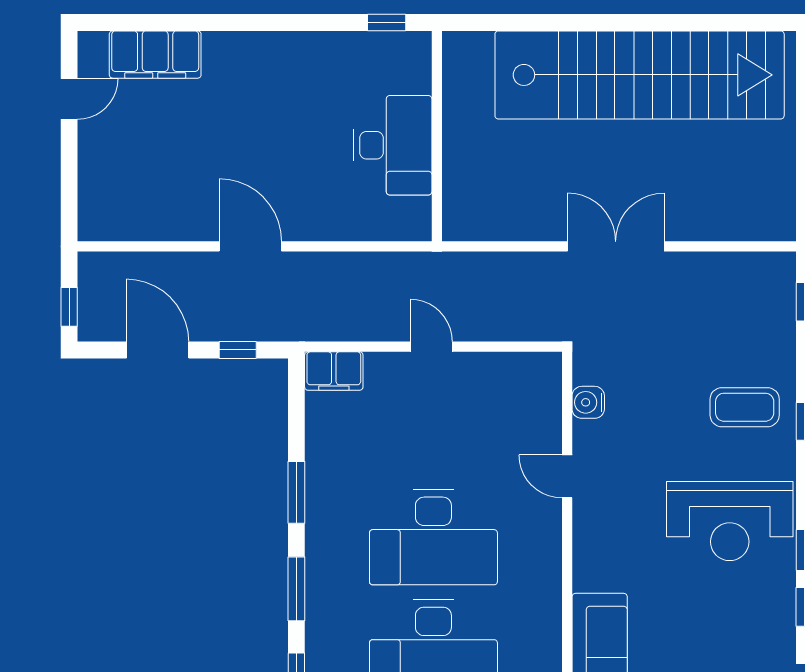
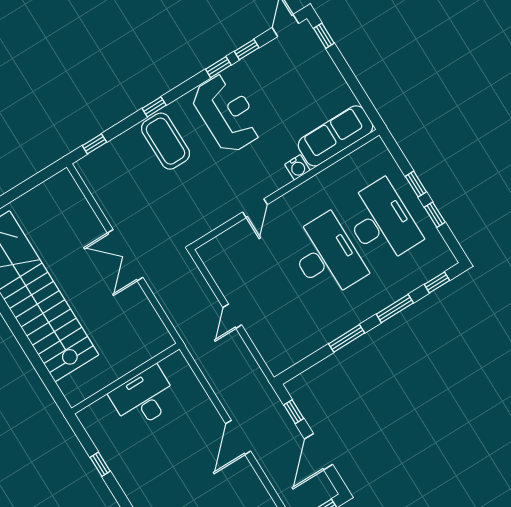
window: (387, 22) -> (100, 464), moved
filing cabinet: (334, 371) -> (275, 357), removed
water cooler: (588, 402) -> (297, 167), moved
coffee table: (745, 407) -> (166, 141), width x1.36, depth x1.32

